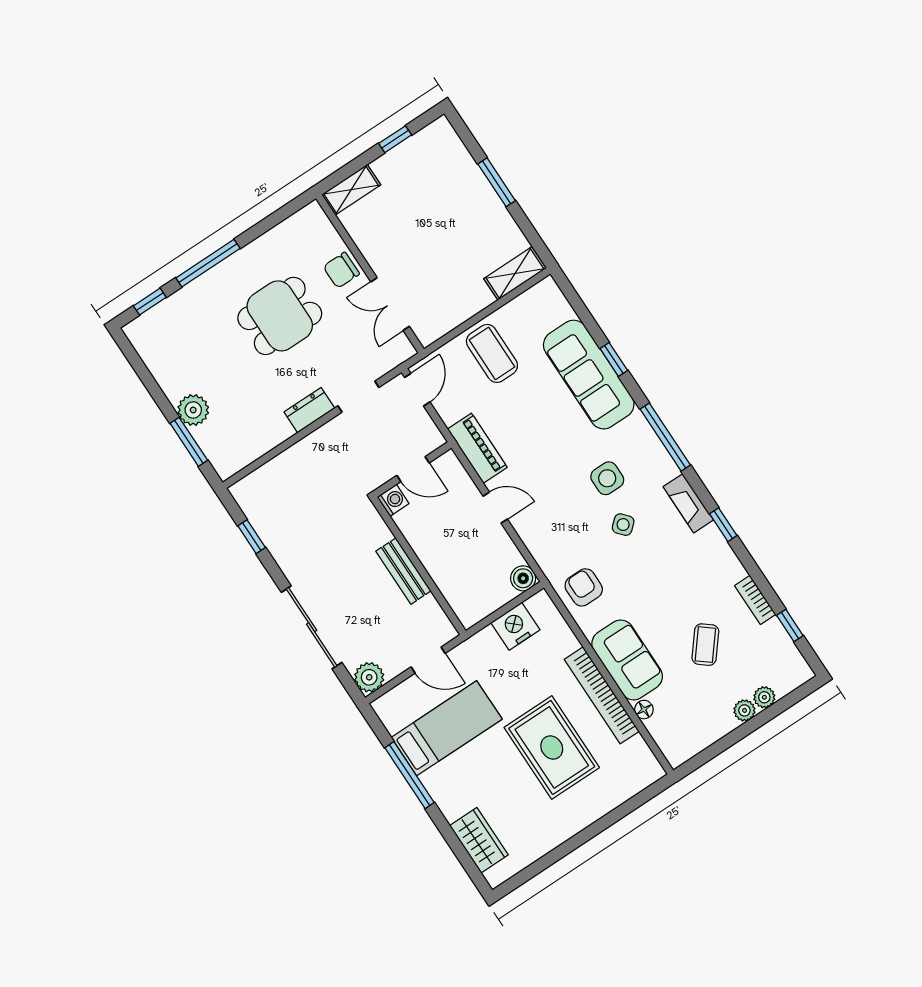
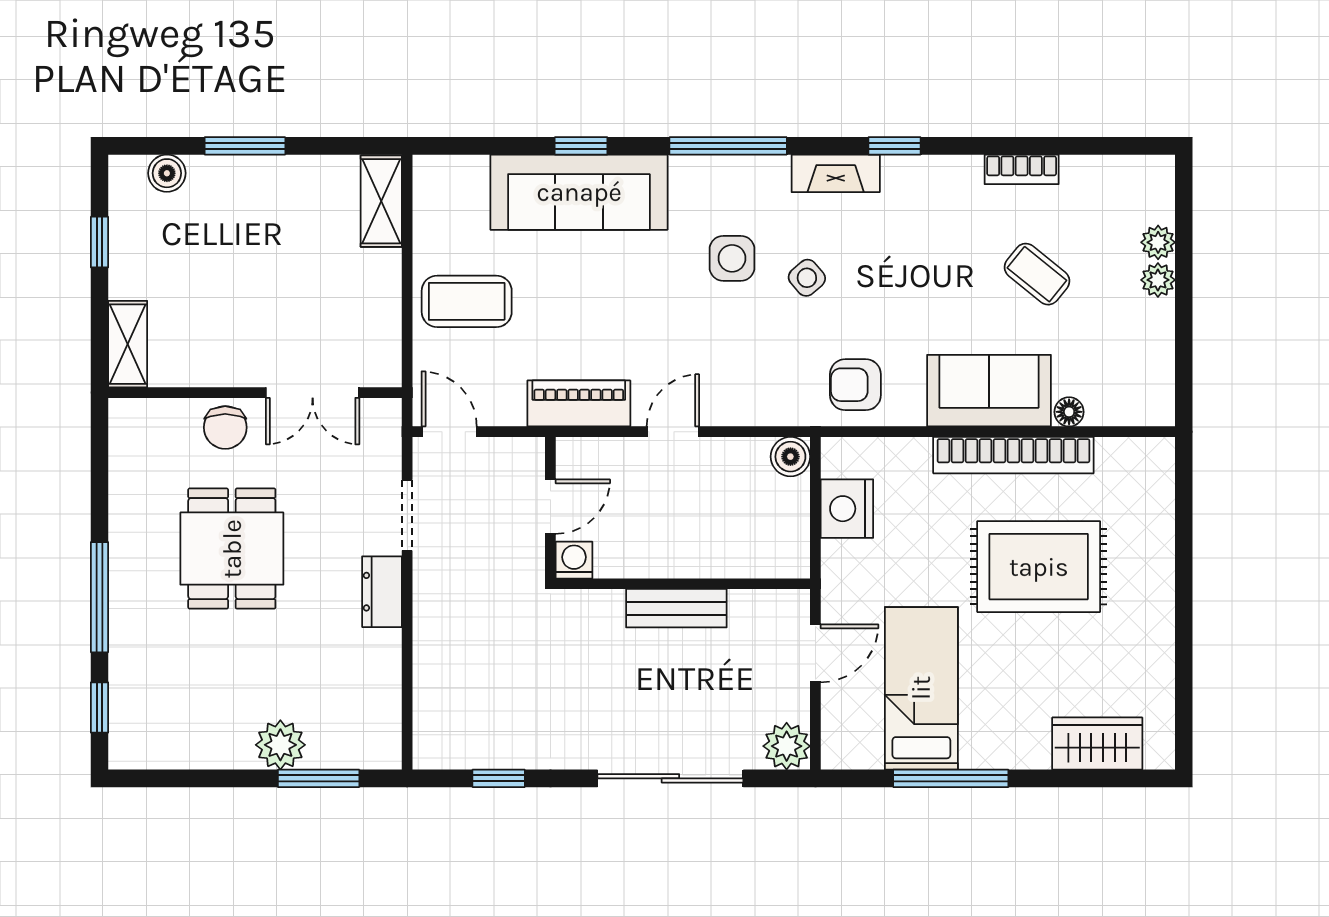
boiler: (455, 151) -> (167, 173), added
window: (790, 625) -> (1086, 146), removed

